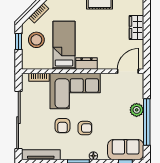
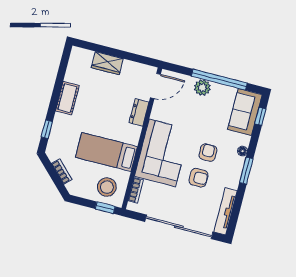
stool: (36, 40) -> (107, 187), moved
window: (18, 42) -> (105, 208), moved
dresser: (86, 63) -> (139, 113), moved
door: (128, 71) -> (155, 86), swing flipped

